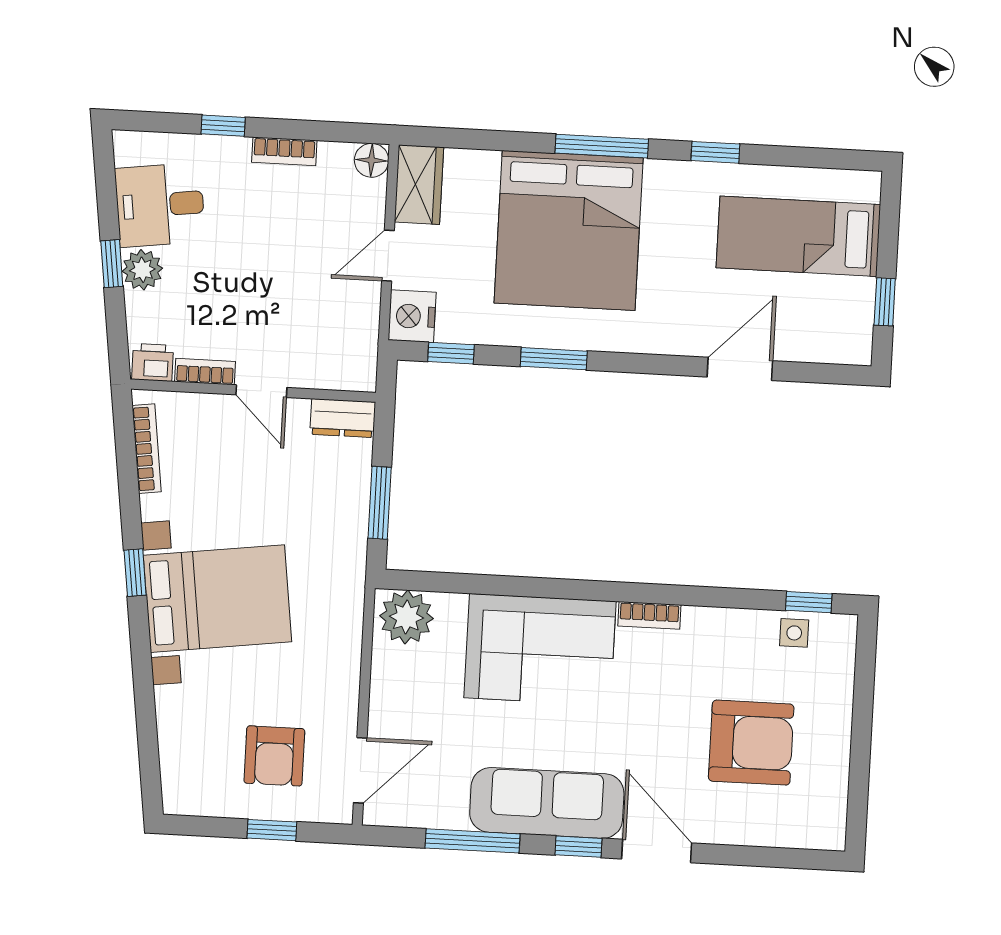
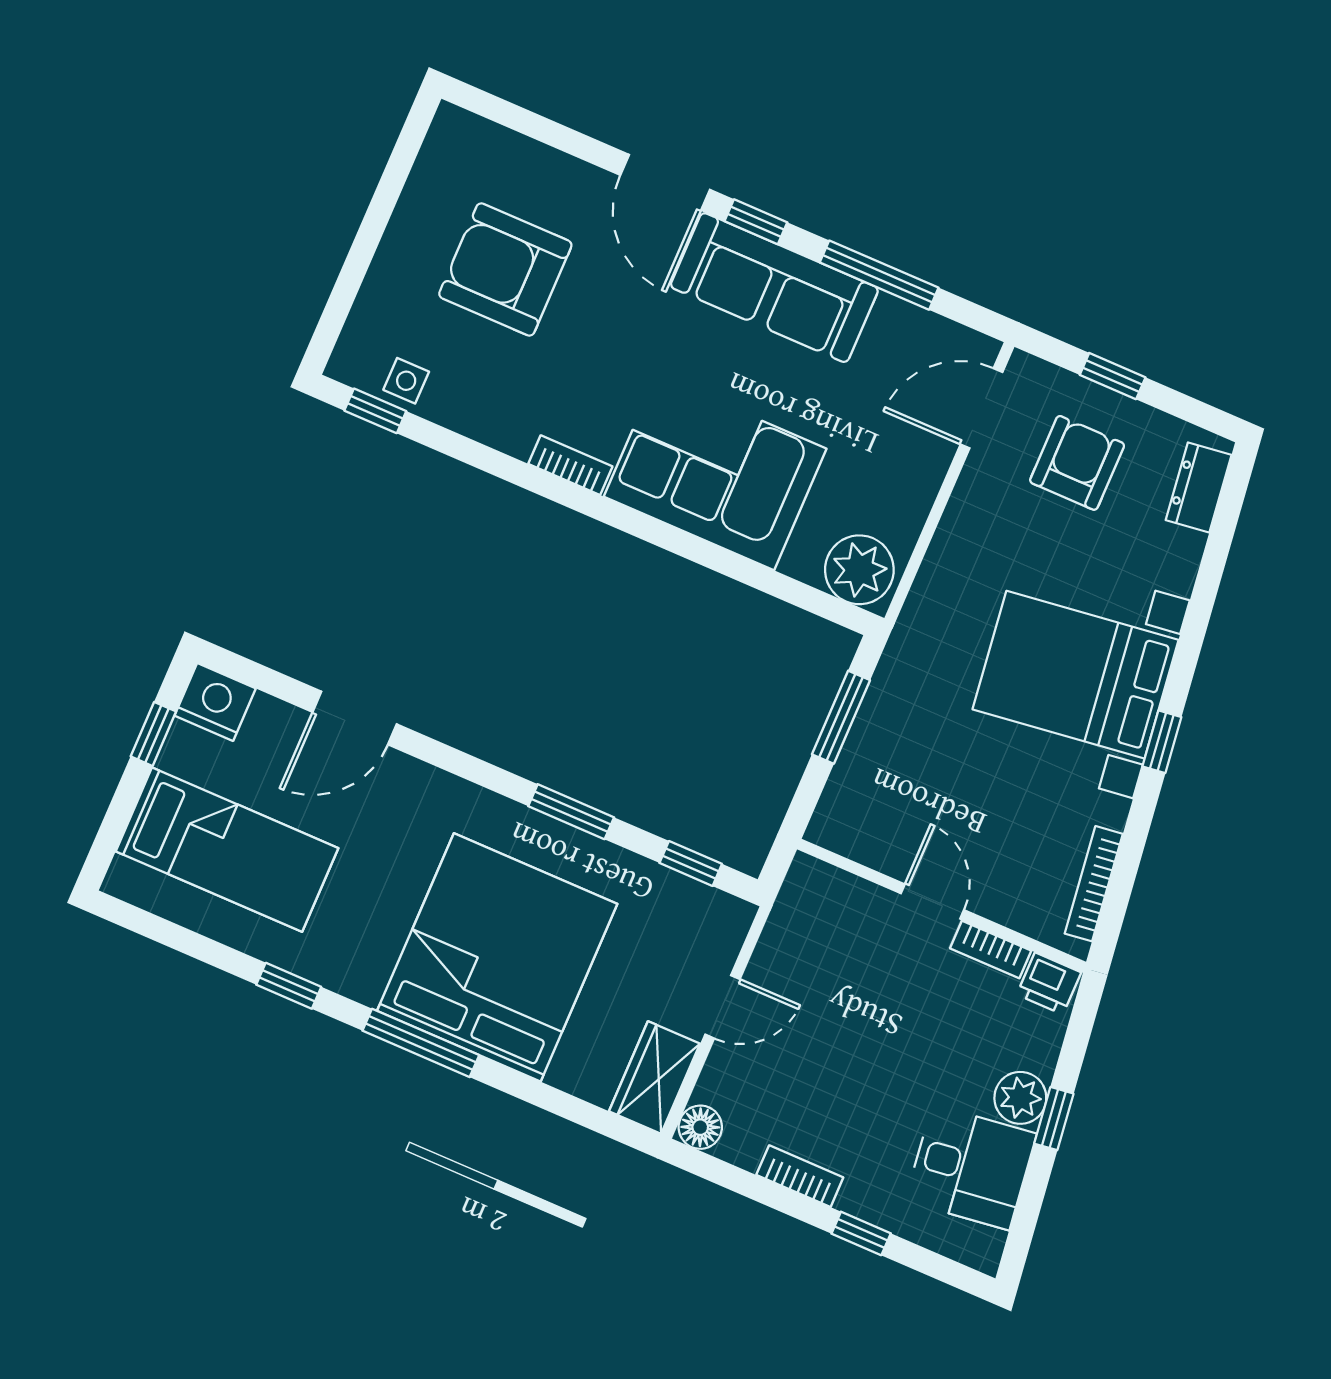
nightstand: (412, 316) -> (215, 702), moved, turned -90
dresser: (343, 418) -> (1199, 487), moved, turned -97

